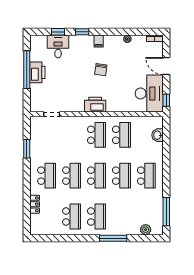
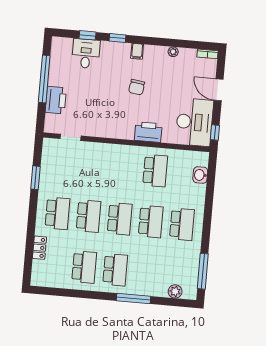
printer: (37, 72) -> (56, 100), moved
printer: (95, 105) -> (148, 132), moved
school desk: (96, 135) -> (124, 168), removed

